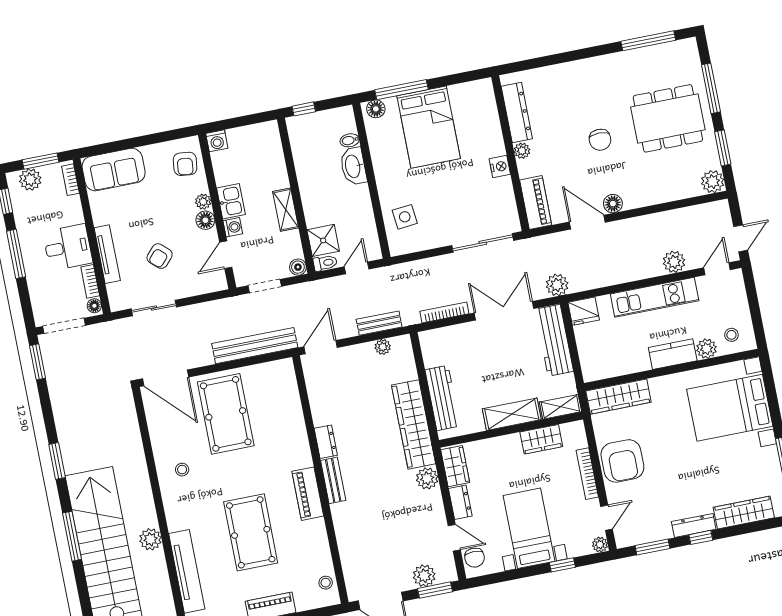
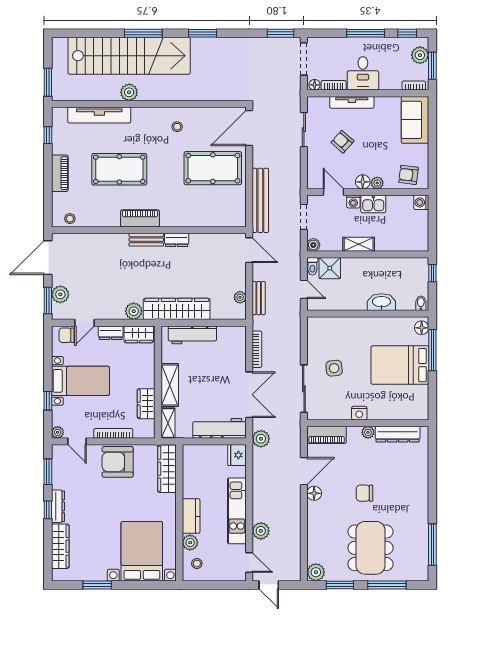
bidet: (350, 140) -> (421, 303), moved
side table: (405, 217) -> (334, 368), moved

